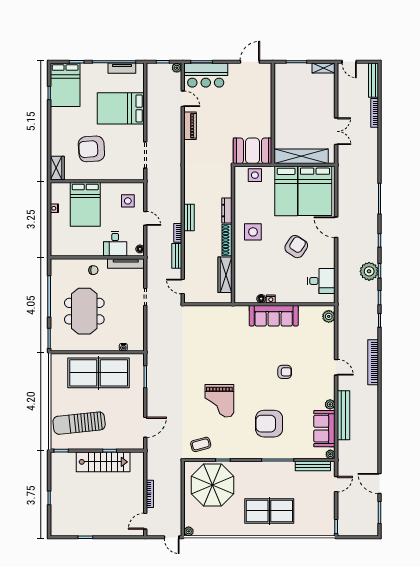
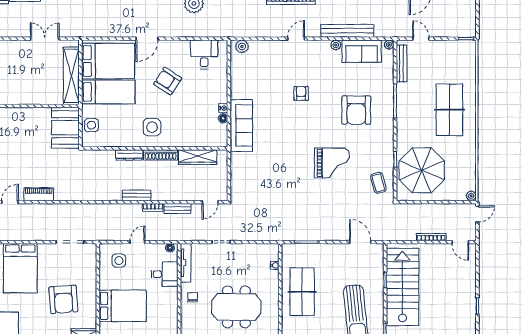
sofa: (274, 316) -> (241, 126), moved
table tennis table: (99, 373) -> (302, 292), width x0.73, depth x0.76
stairs: (103, 462) -> (402, 287), width x1.36, depth x1.51

